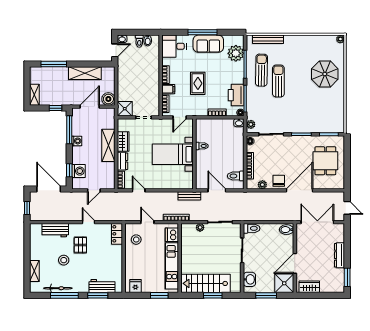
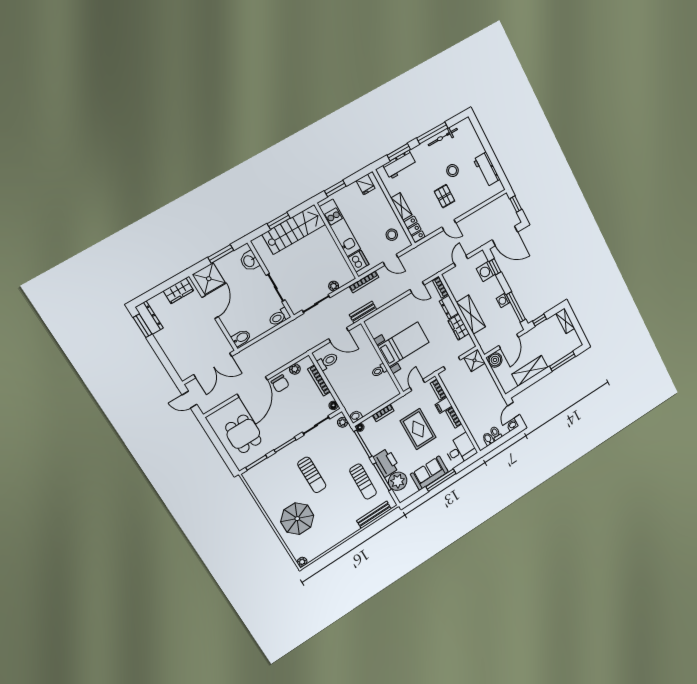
sun lounger: (278, 81) -> (312, 475), moved
rug: (198, 83) -> (418, 429), width x1.36, depth x1.43
printer: (236, 95) -> (386, 463), moved
workbench: (55, 230) -> (487, 169), moved, turned -90
dresser: (340, 255) -> (149, 318), moved
shelving: (34, 271) -> (401, 206), moved

